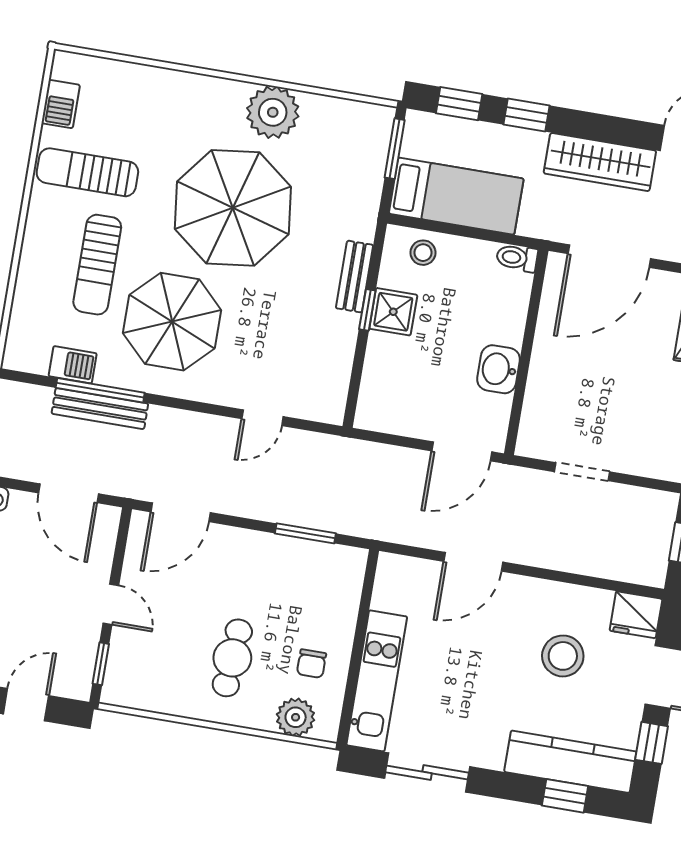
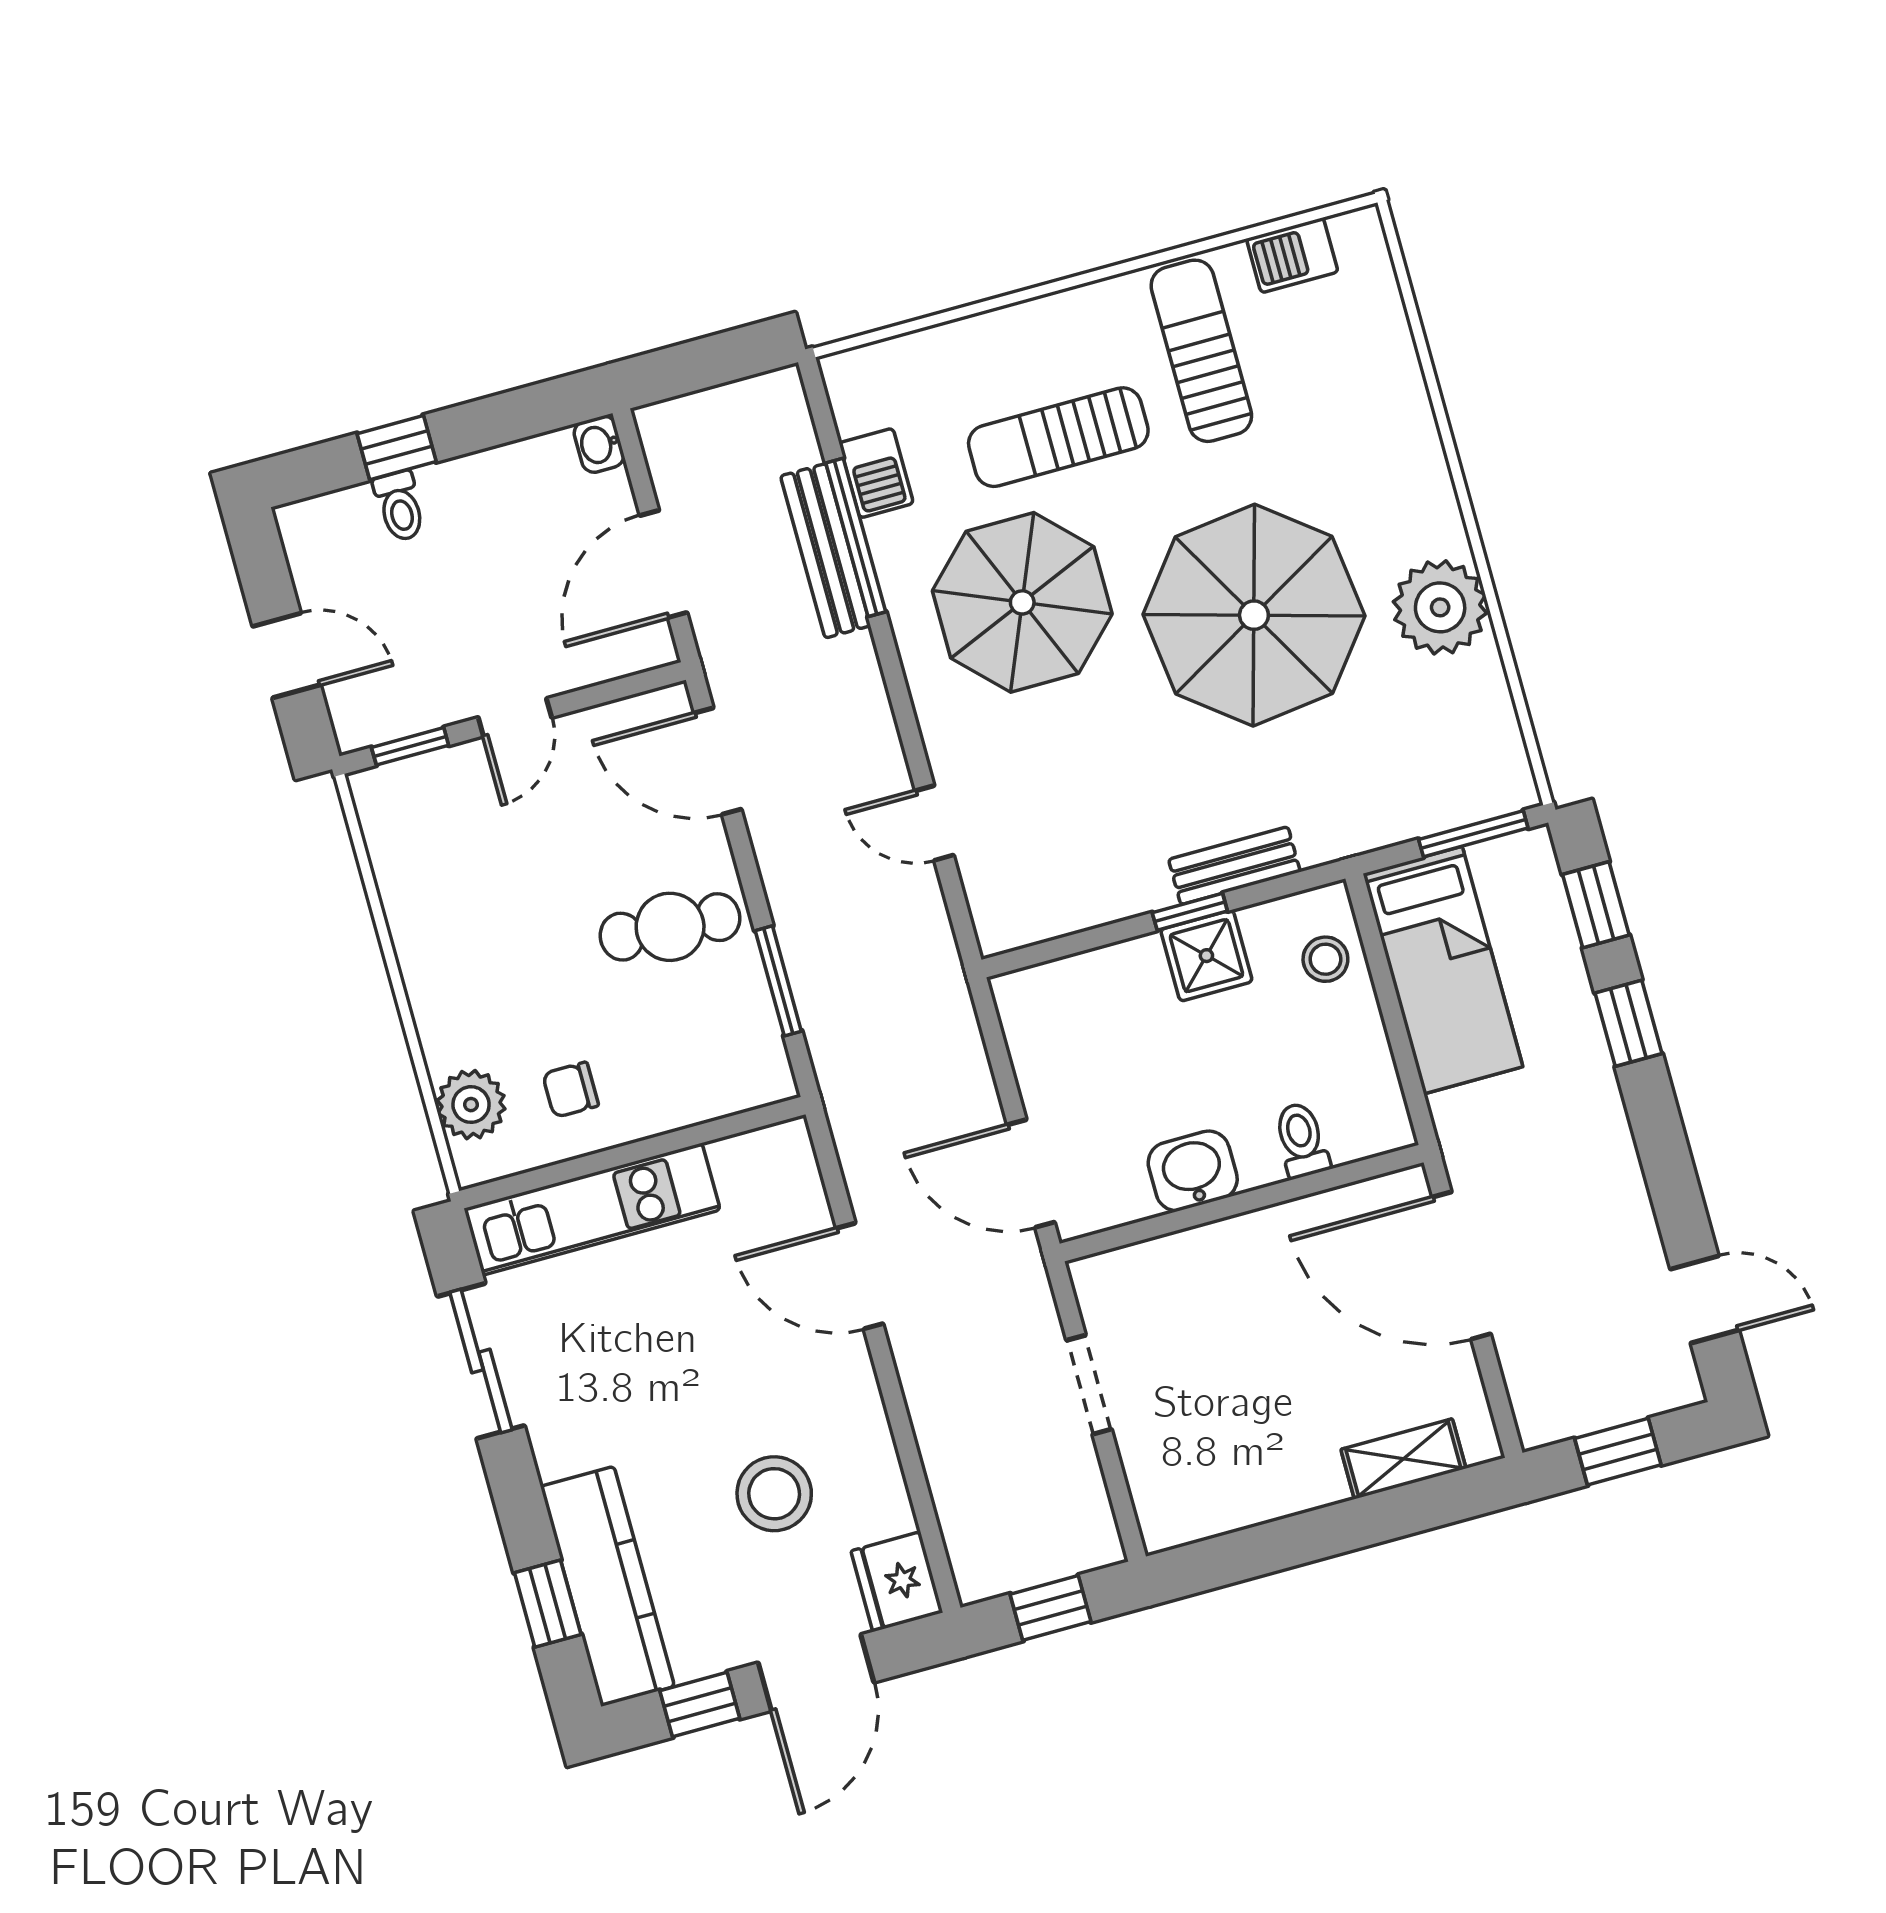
wardrobe: (600, 162) -> (1608, 1179), removed
toilet: (517, 258) -> (1302, 1140), moved
cafe table: (232, 658) -> (670, 927), moved

